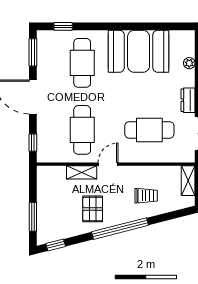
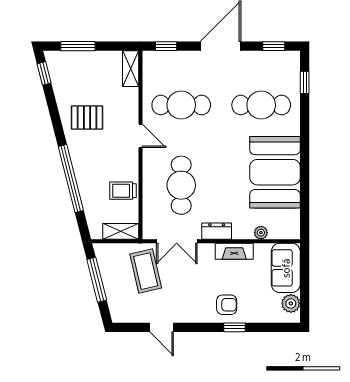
window: (33, 52) -> (274, 46), width x0.67
shelving: (82, 172) -> (131, 69), moved
trolley: (146, 196) -> (123, 191), moved, turned 90
window: (120, 229) -> (71, 178), moved

